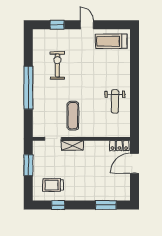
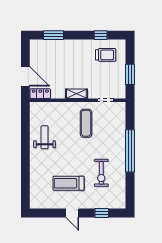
treadmill: (111, 41) -> (69, 183), moved, turned 180
shelving: (72, 145) -> (76, 94), moved
door: (134, 163) -> (25, 76), hinge flipped

